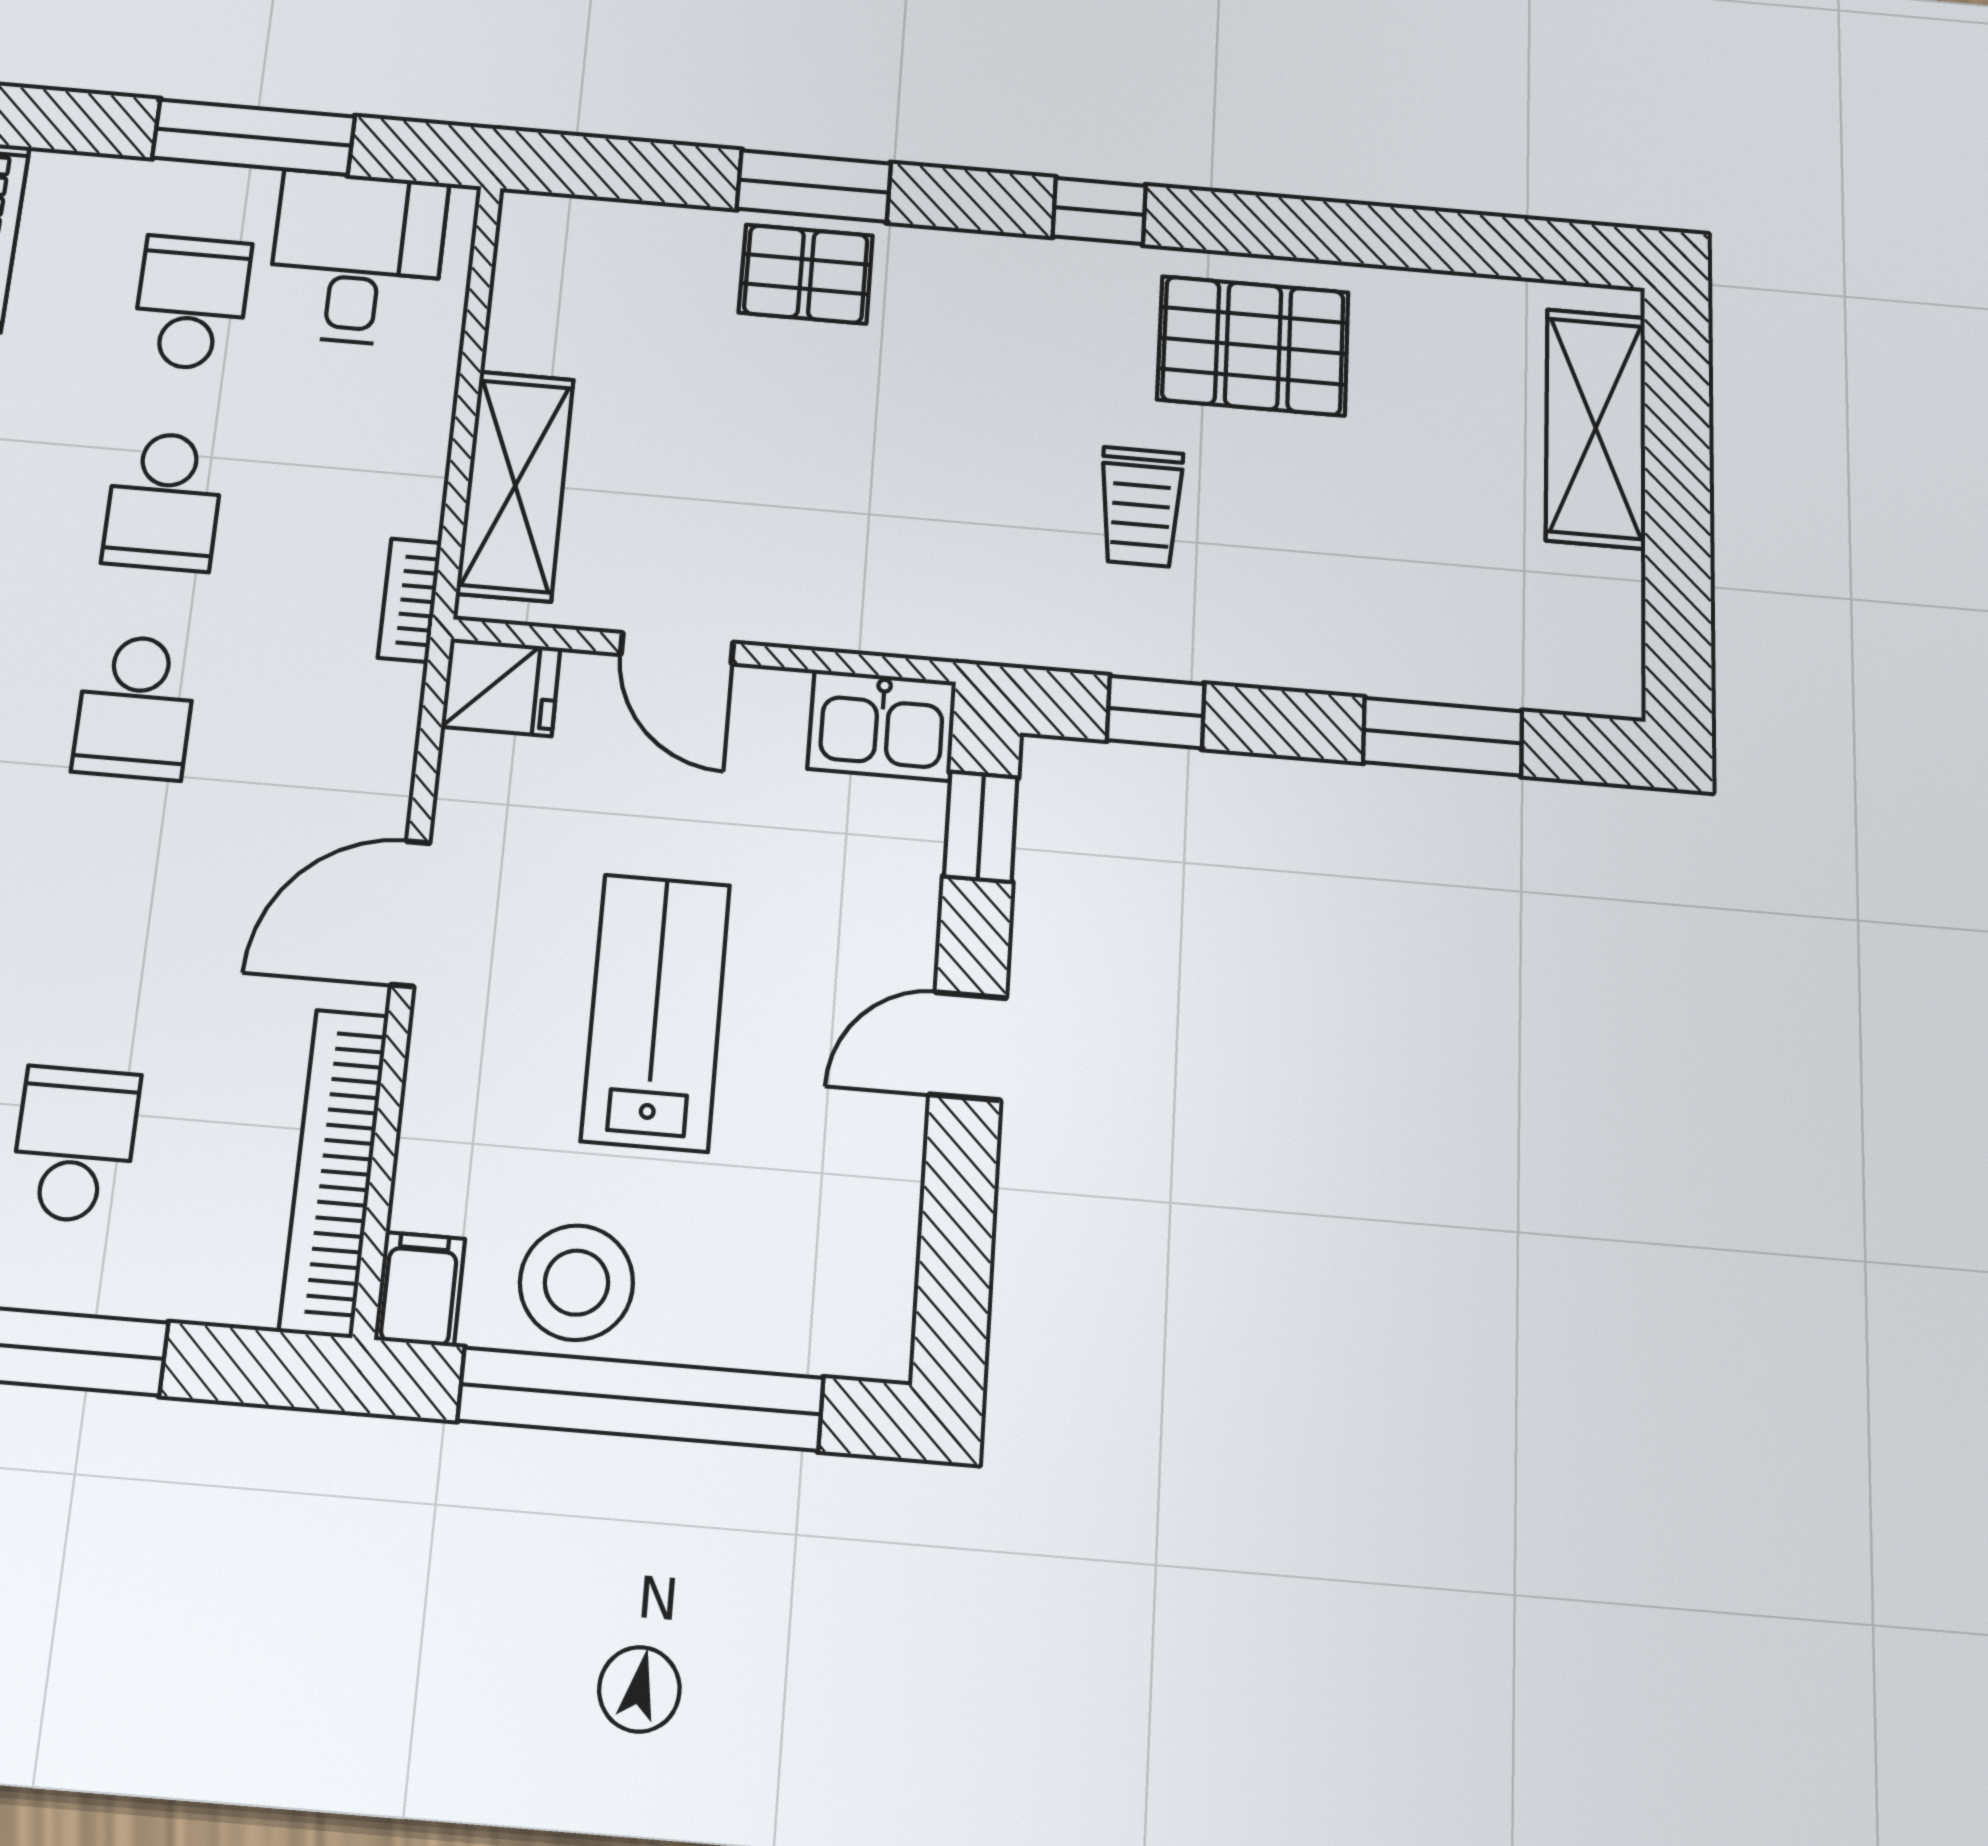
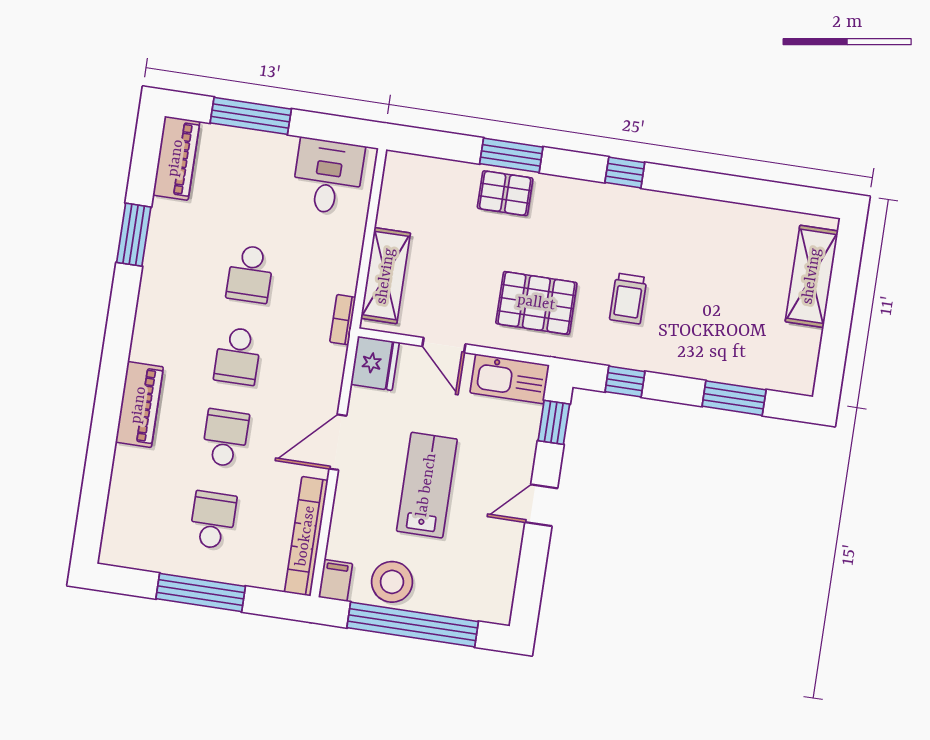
window: (254, 137) -> (251, 116), moved
school desk: (191, 303) -> (225, 438), moved
pallet: (1253, 346) -> (536, 303), moved
fridge: (501, 687) -> (375, 363), width x1.38
kitchen sink: (882, 725) -> (510, 379), width x1.38

